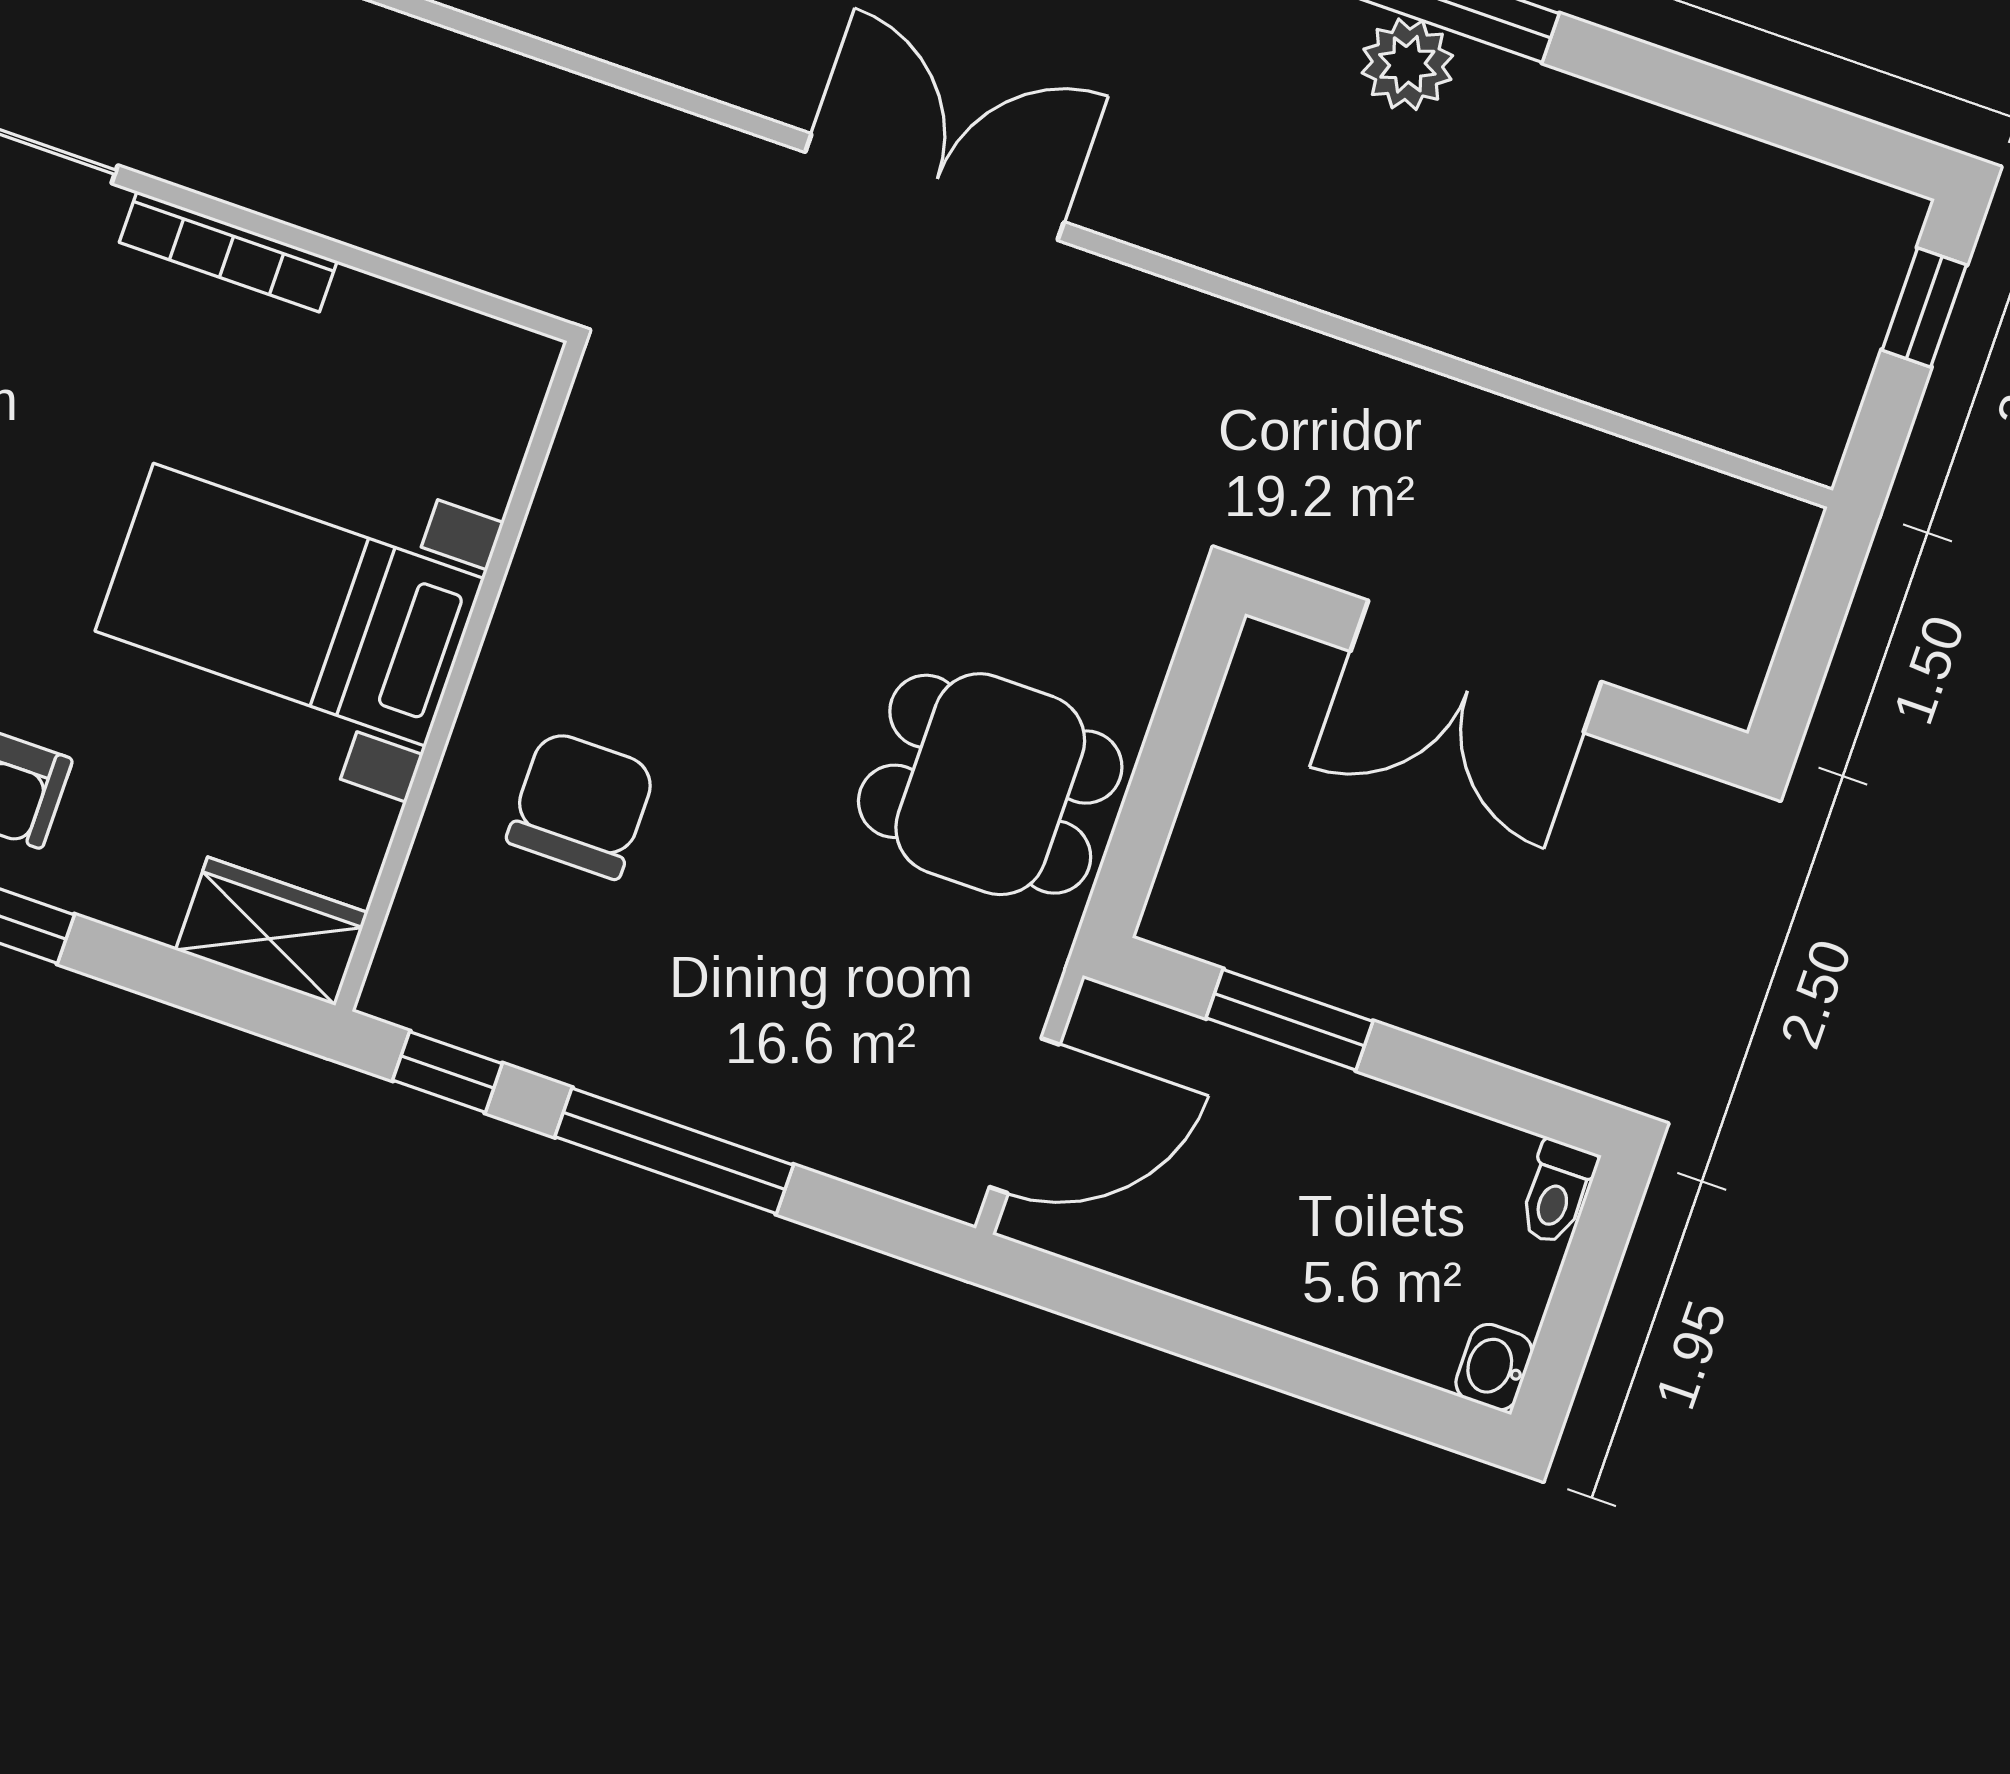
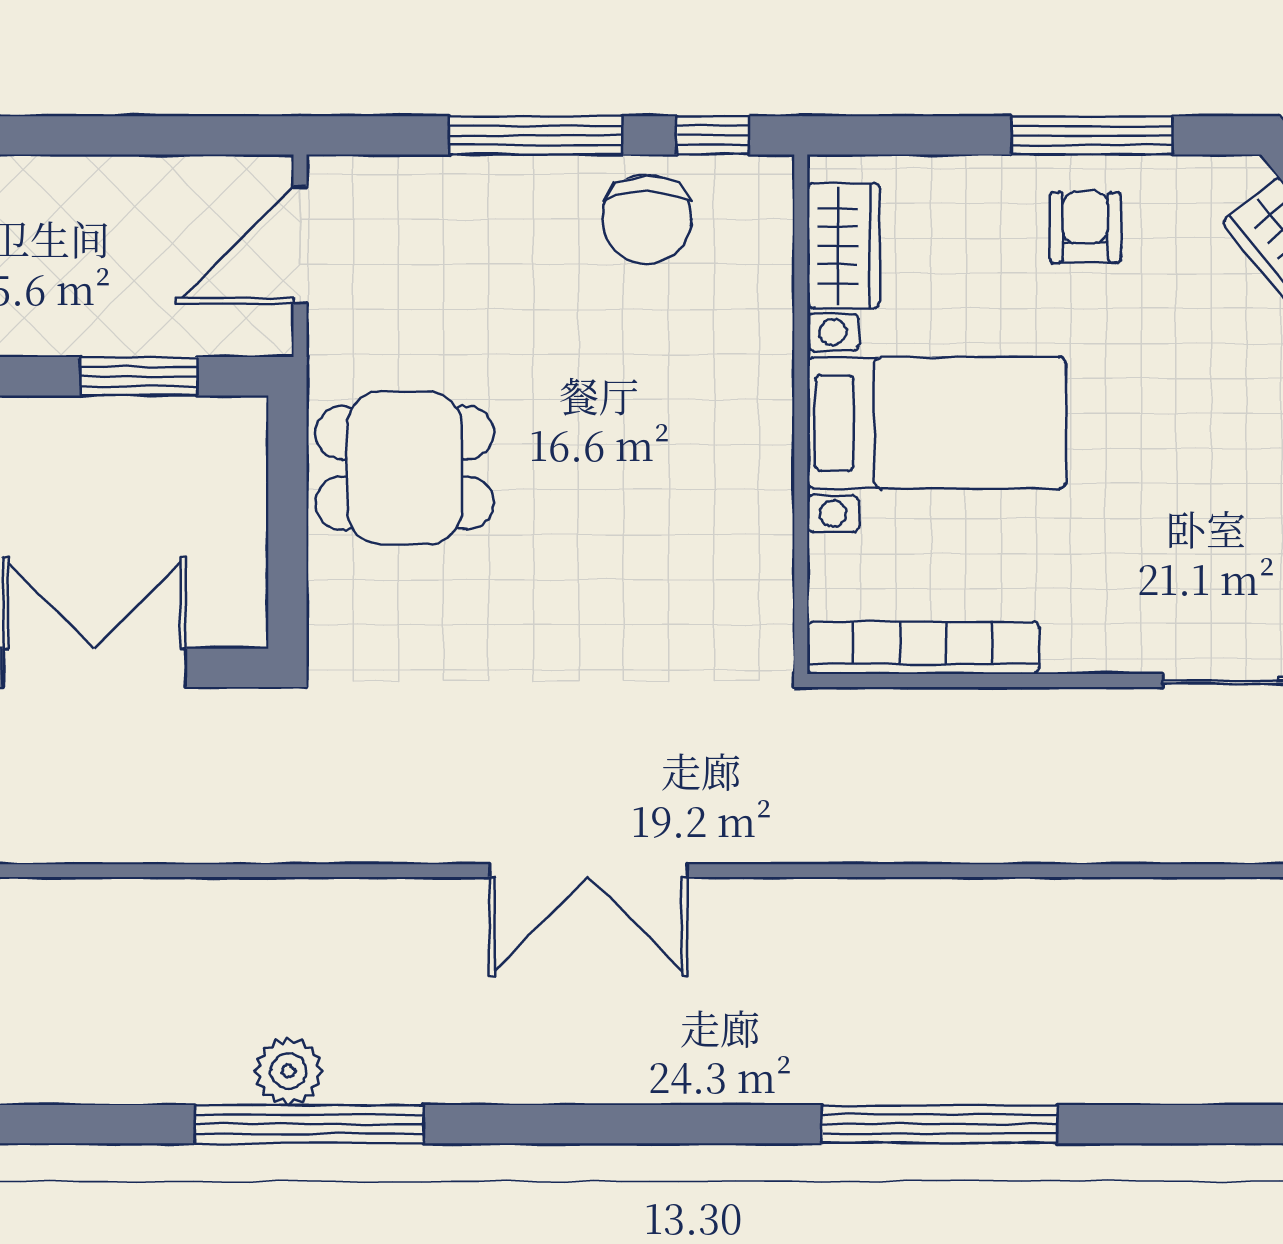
bookcase: (228, 252) -> (923, 648), moved, width x1.48, depth x1.31
chair: (581, 805) -> (647, 219), moved
wardrobe: (272, 931) -> (843, 246), moved, turned -90

